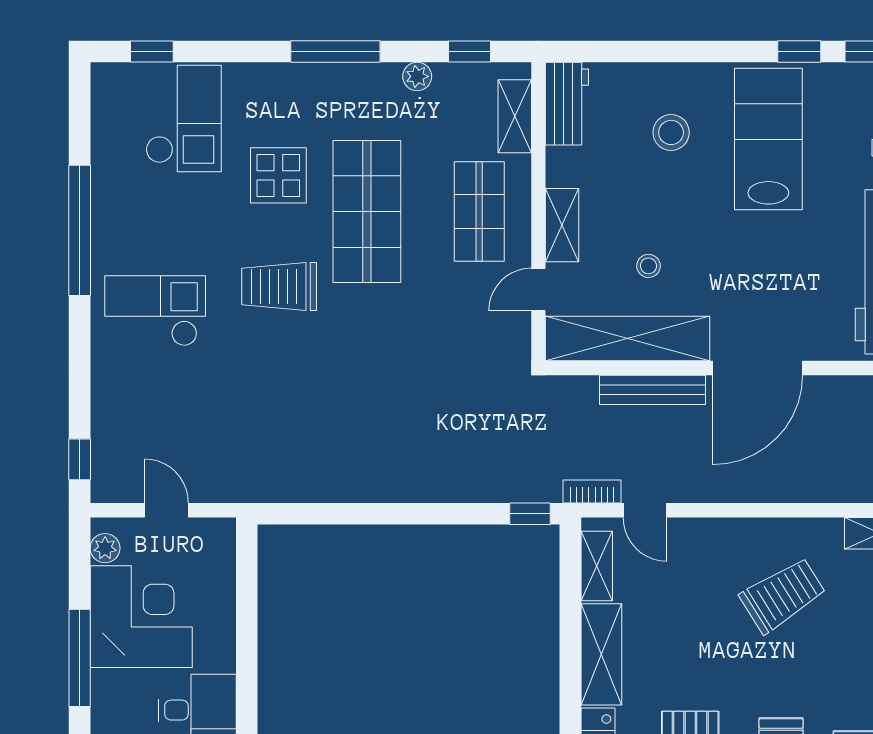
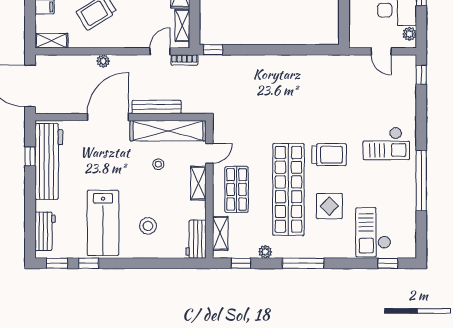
shop shelf: (367, 211) -> (288, 189), width x1.40
plant: (768, 489) -> (103, 61), added
door: (645, 510) -> (160, 51), hinge flipped

